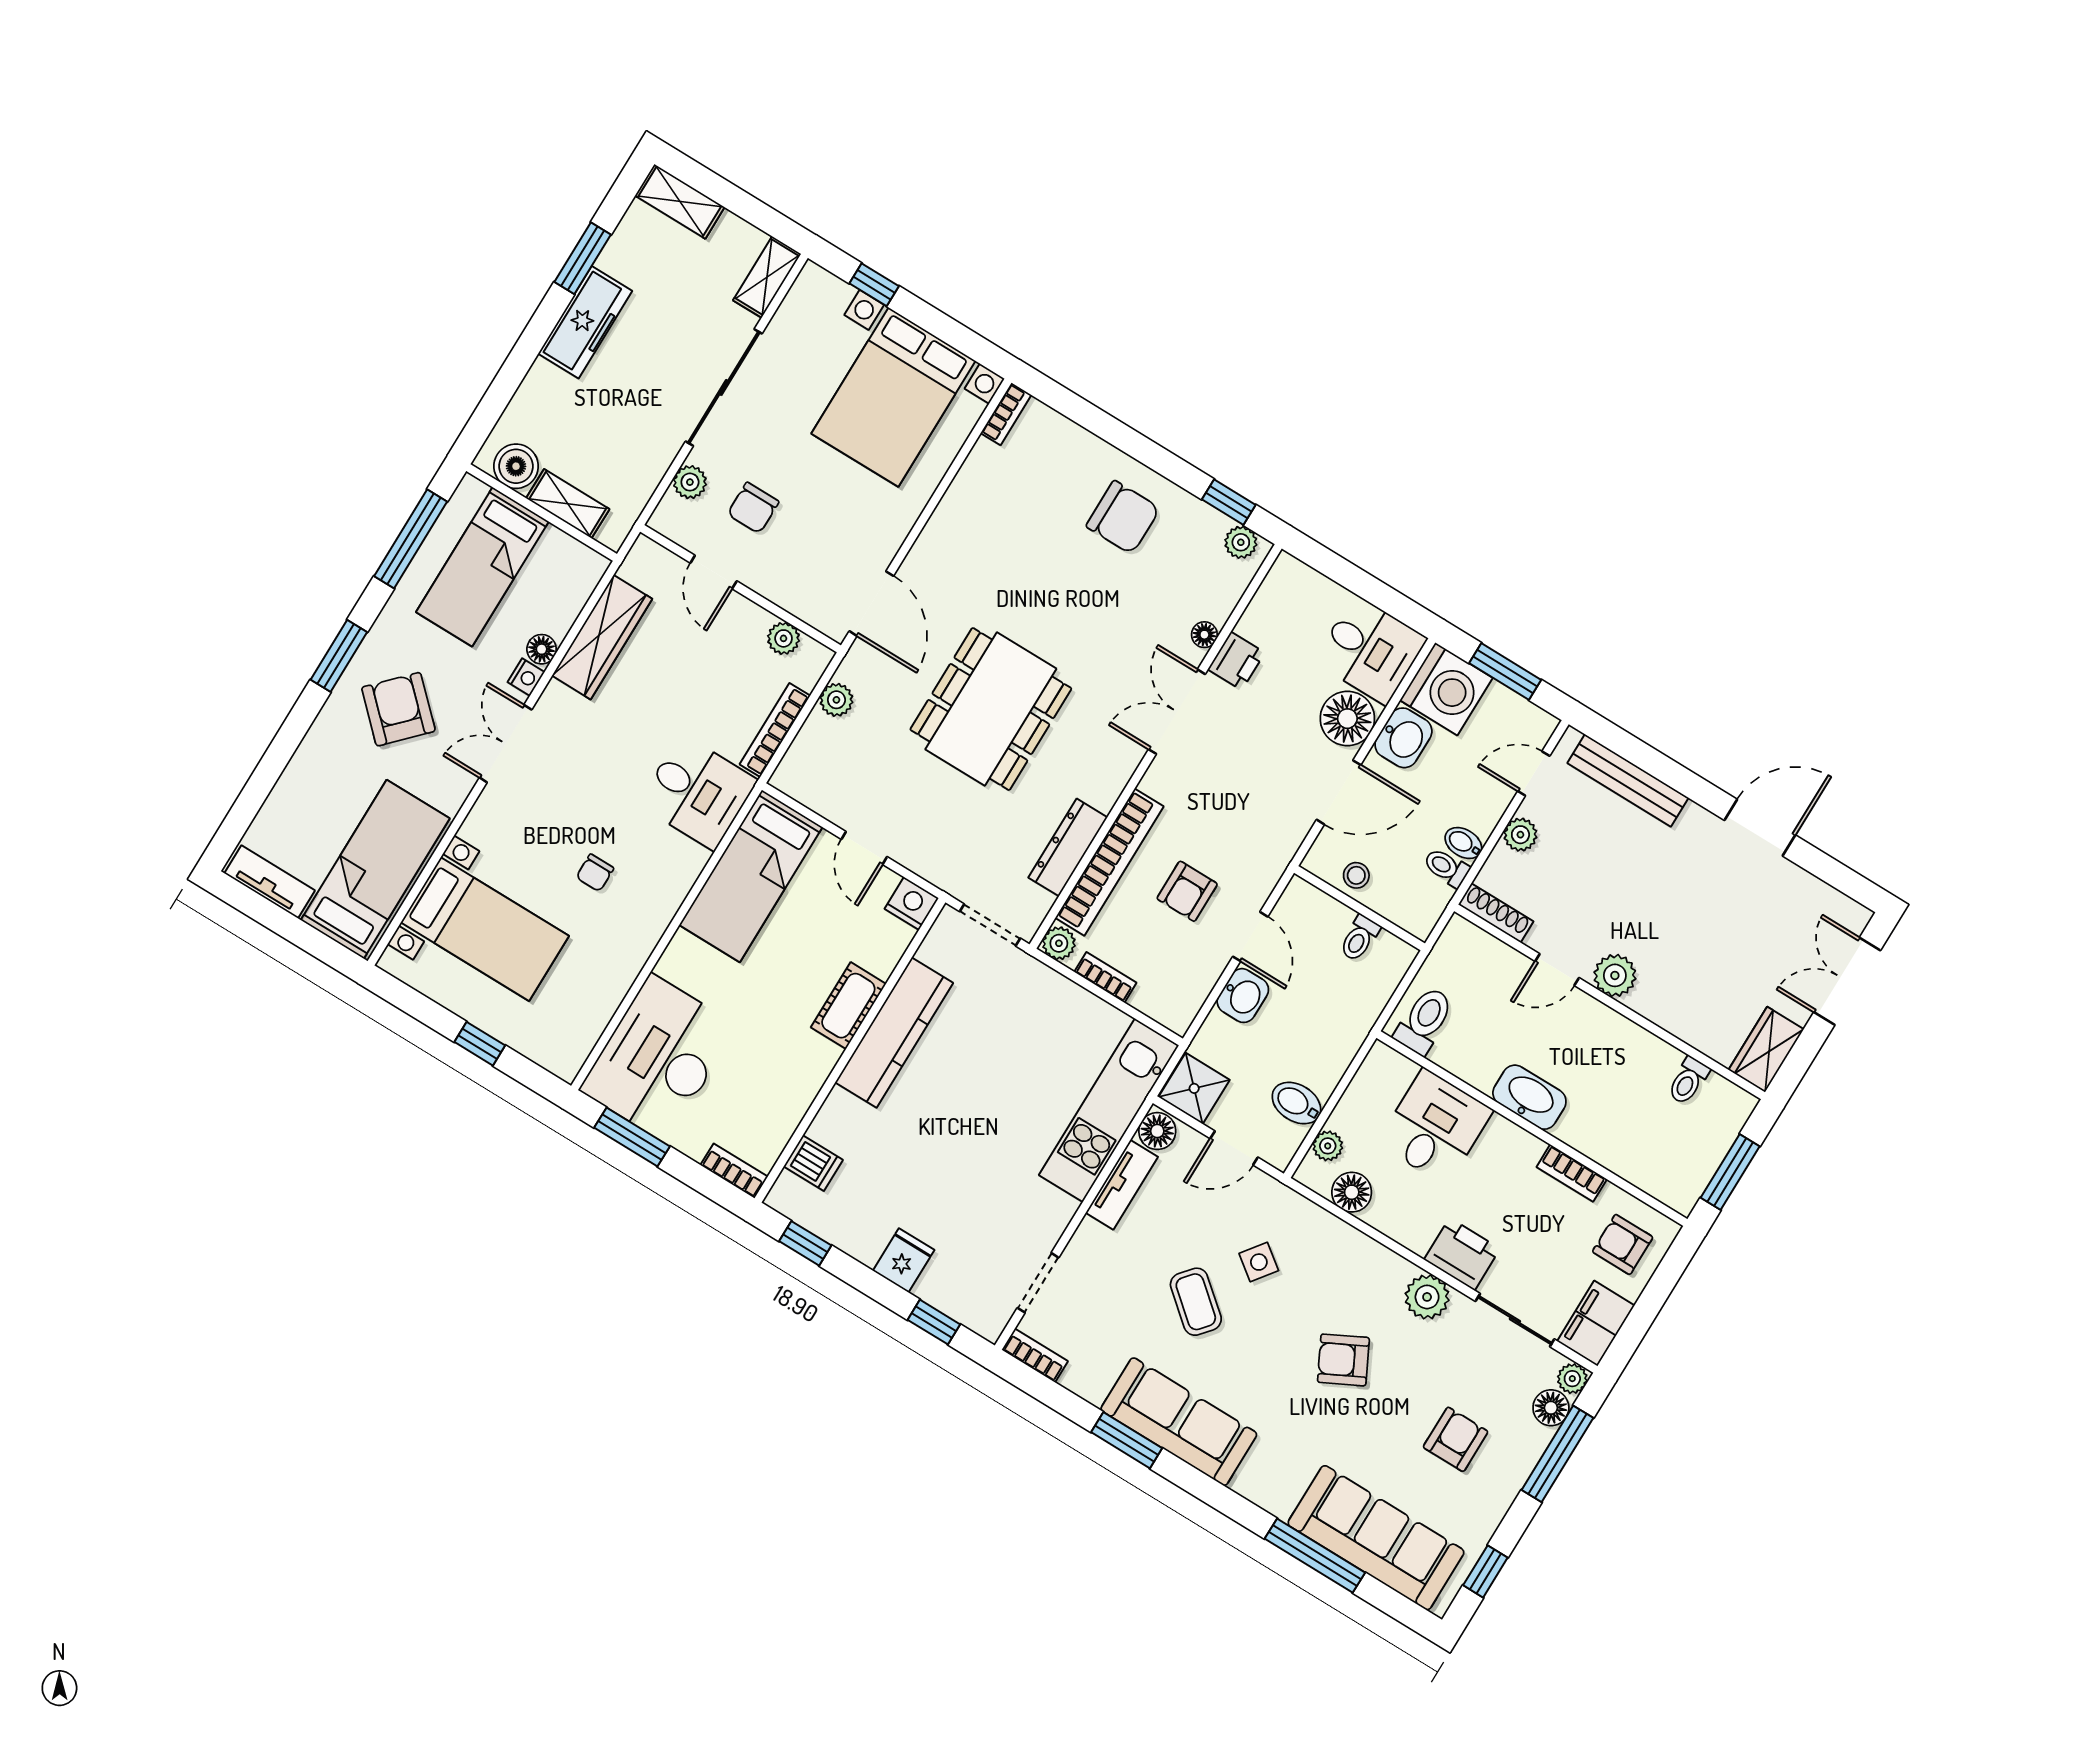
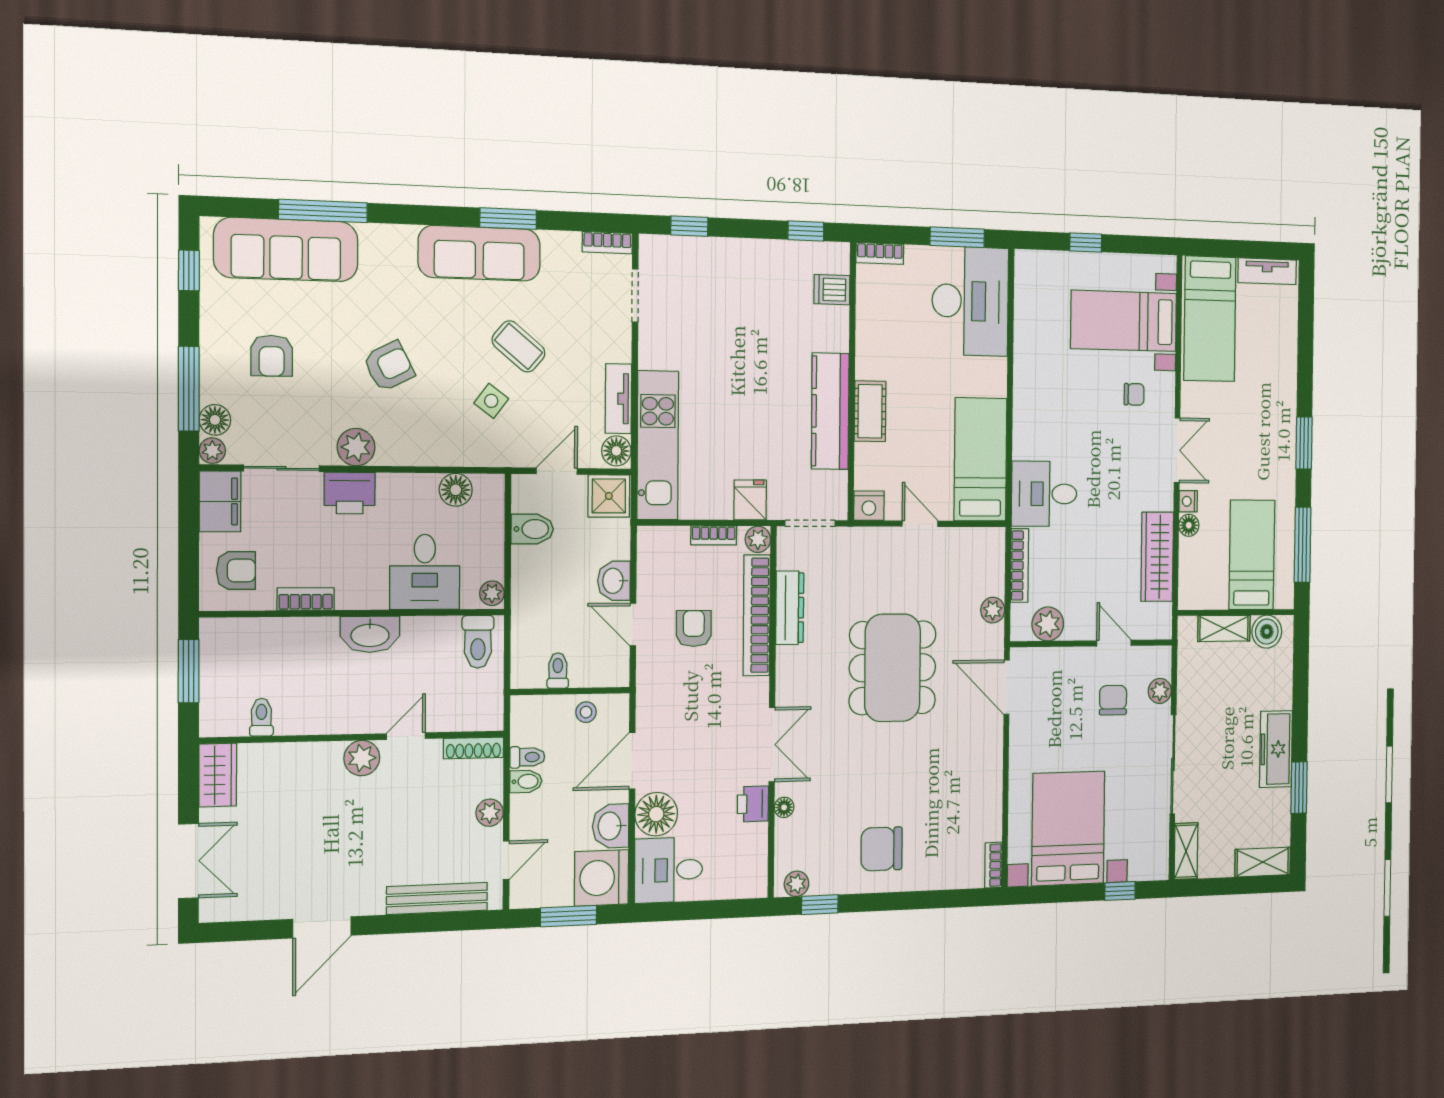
plant: (784, 638) -> (1048, 624), width x1.38, depth x1.38
armchair: (398, 709) -> (1252, 431), removed
chair: (595, 873) -> (1134, 394), moved, turned 90
plant: (1328, 1146) -> (492, 593), moved
fridge: (904, 1260) -> (750, 500), moved, turned 180

